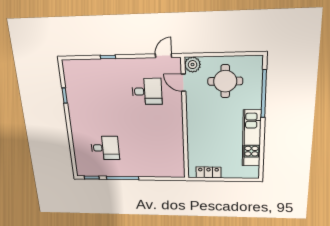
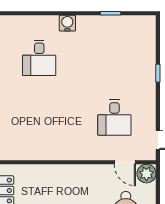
door: (183, 83) -> (125, 162), swing flipped
water cooler: (77, 128) -> (67, 23), added

